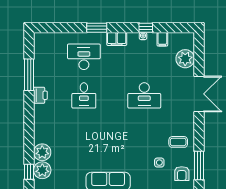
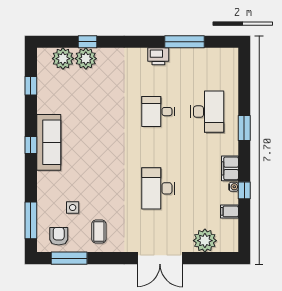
filing cabinet: (117, 39) -> (230, 168), moved
window: (29, 172) -> (87, 42), moved
armchair: (182, 174) -> (59, 236), turned 90

